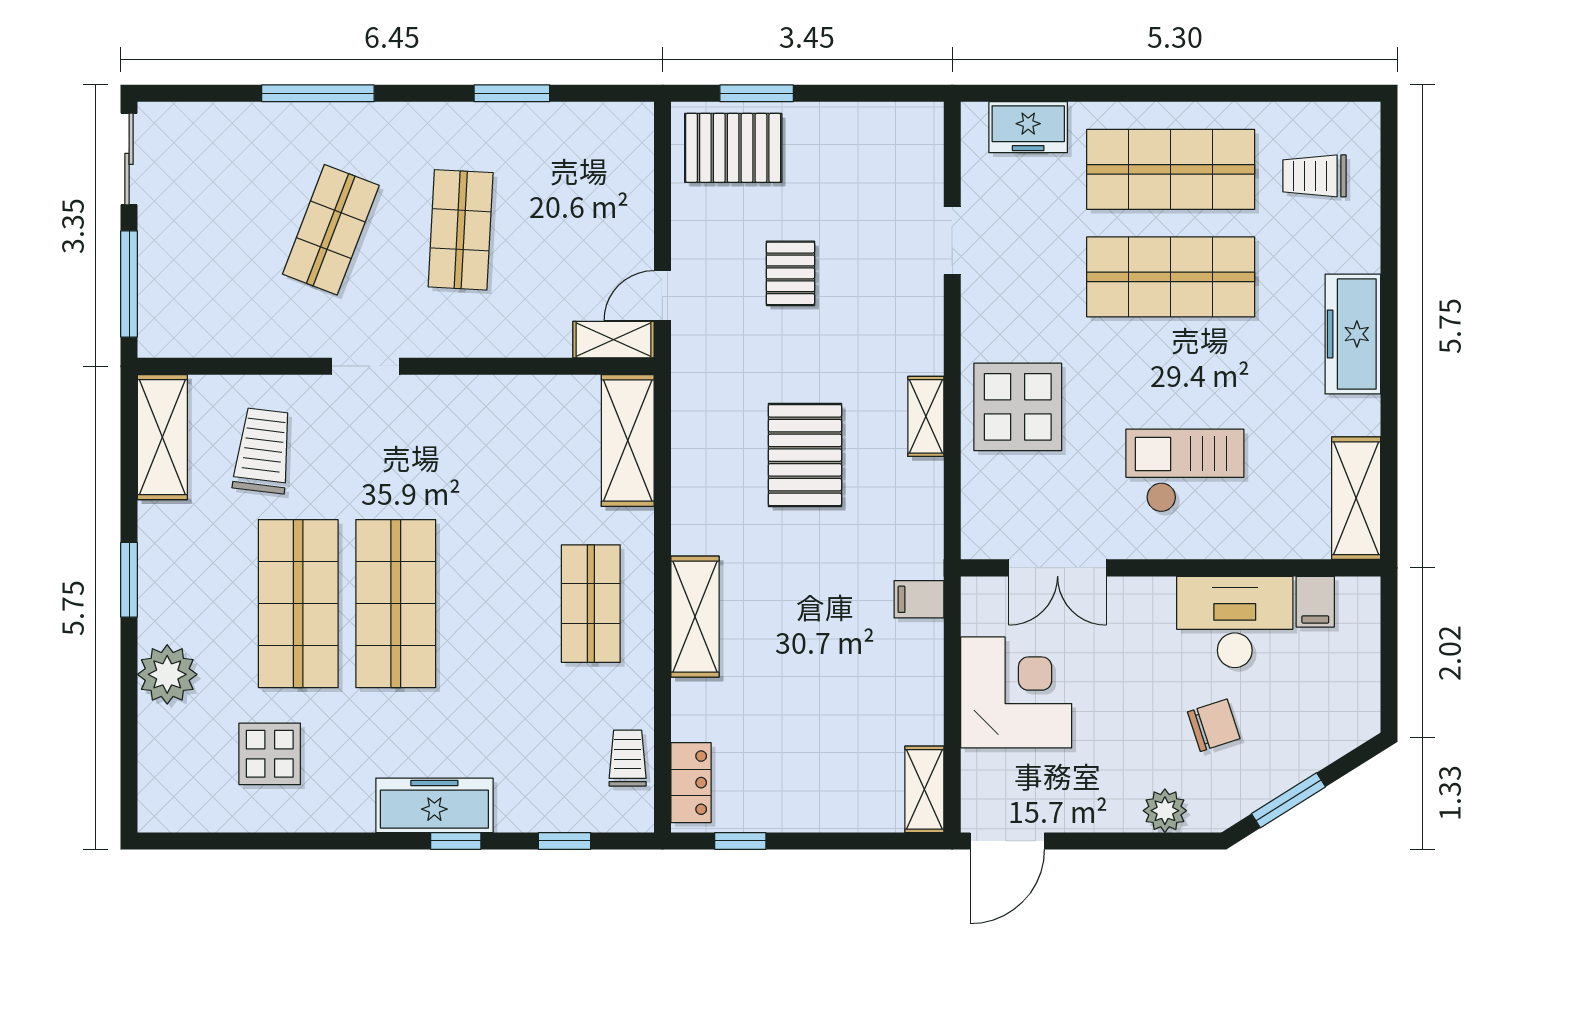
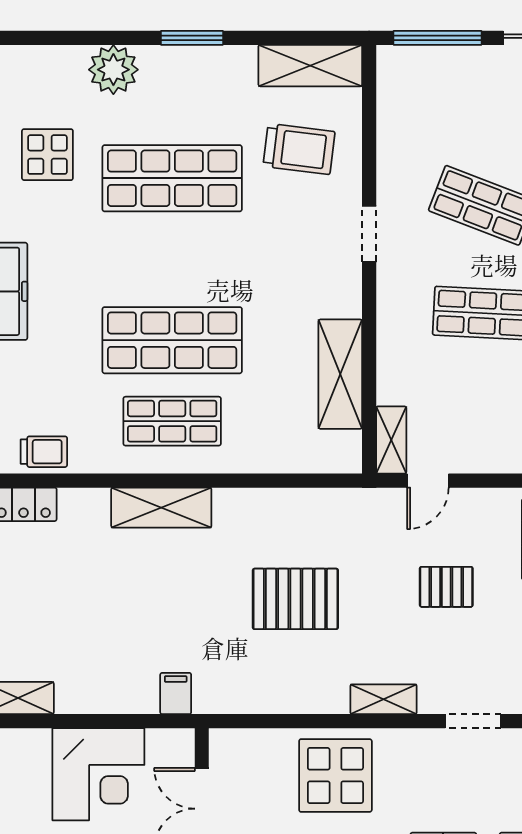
door: (662, 296) -> (428, 481), swing flipped
shelving: (926, 416) -> (384, 699), moved
shelving: (628, 441) -> (340, 374), moved, turned 90
shop shelf: (396, 604) -> (172, 340), moved

